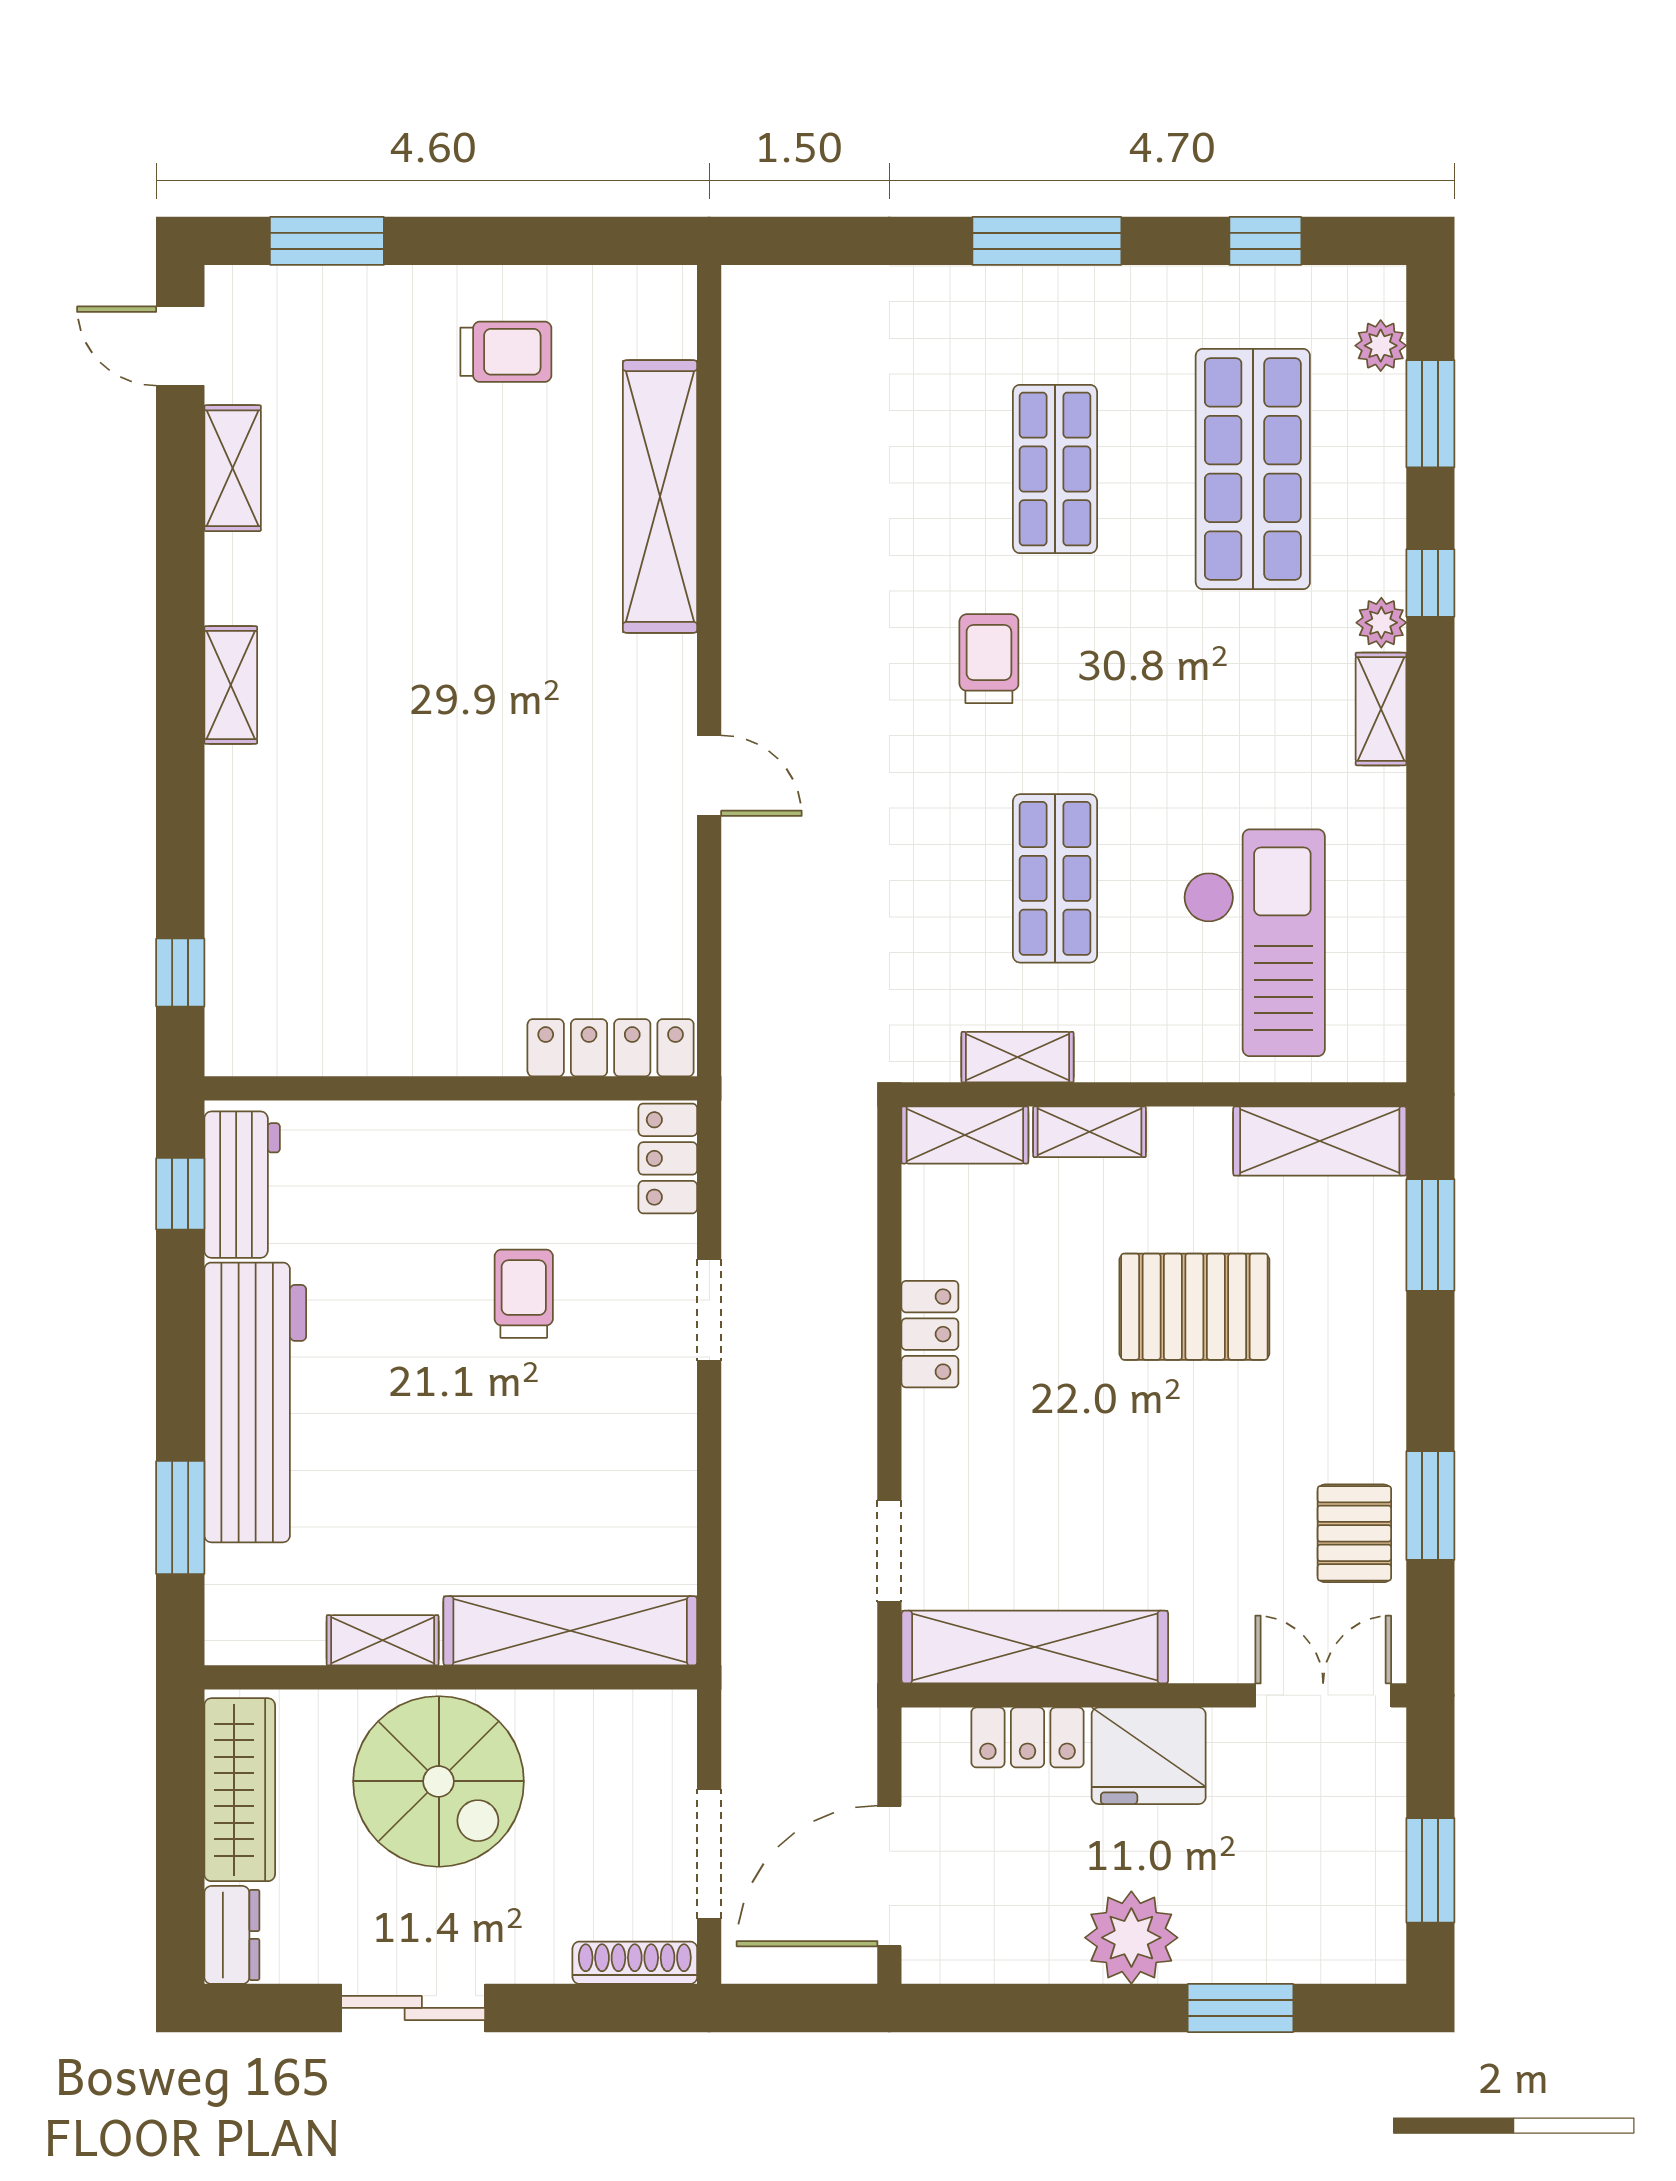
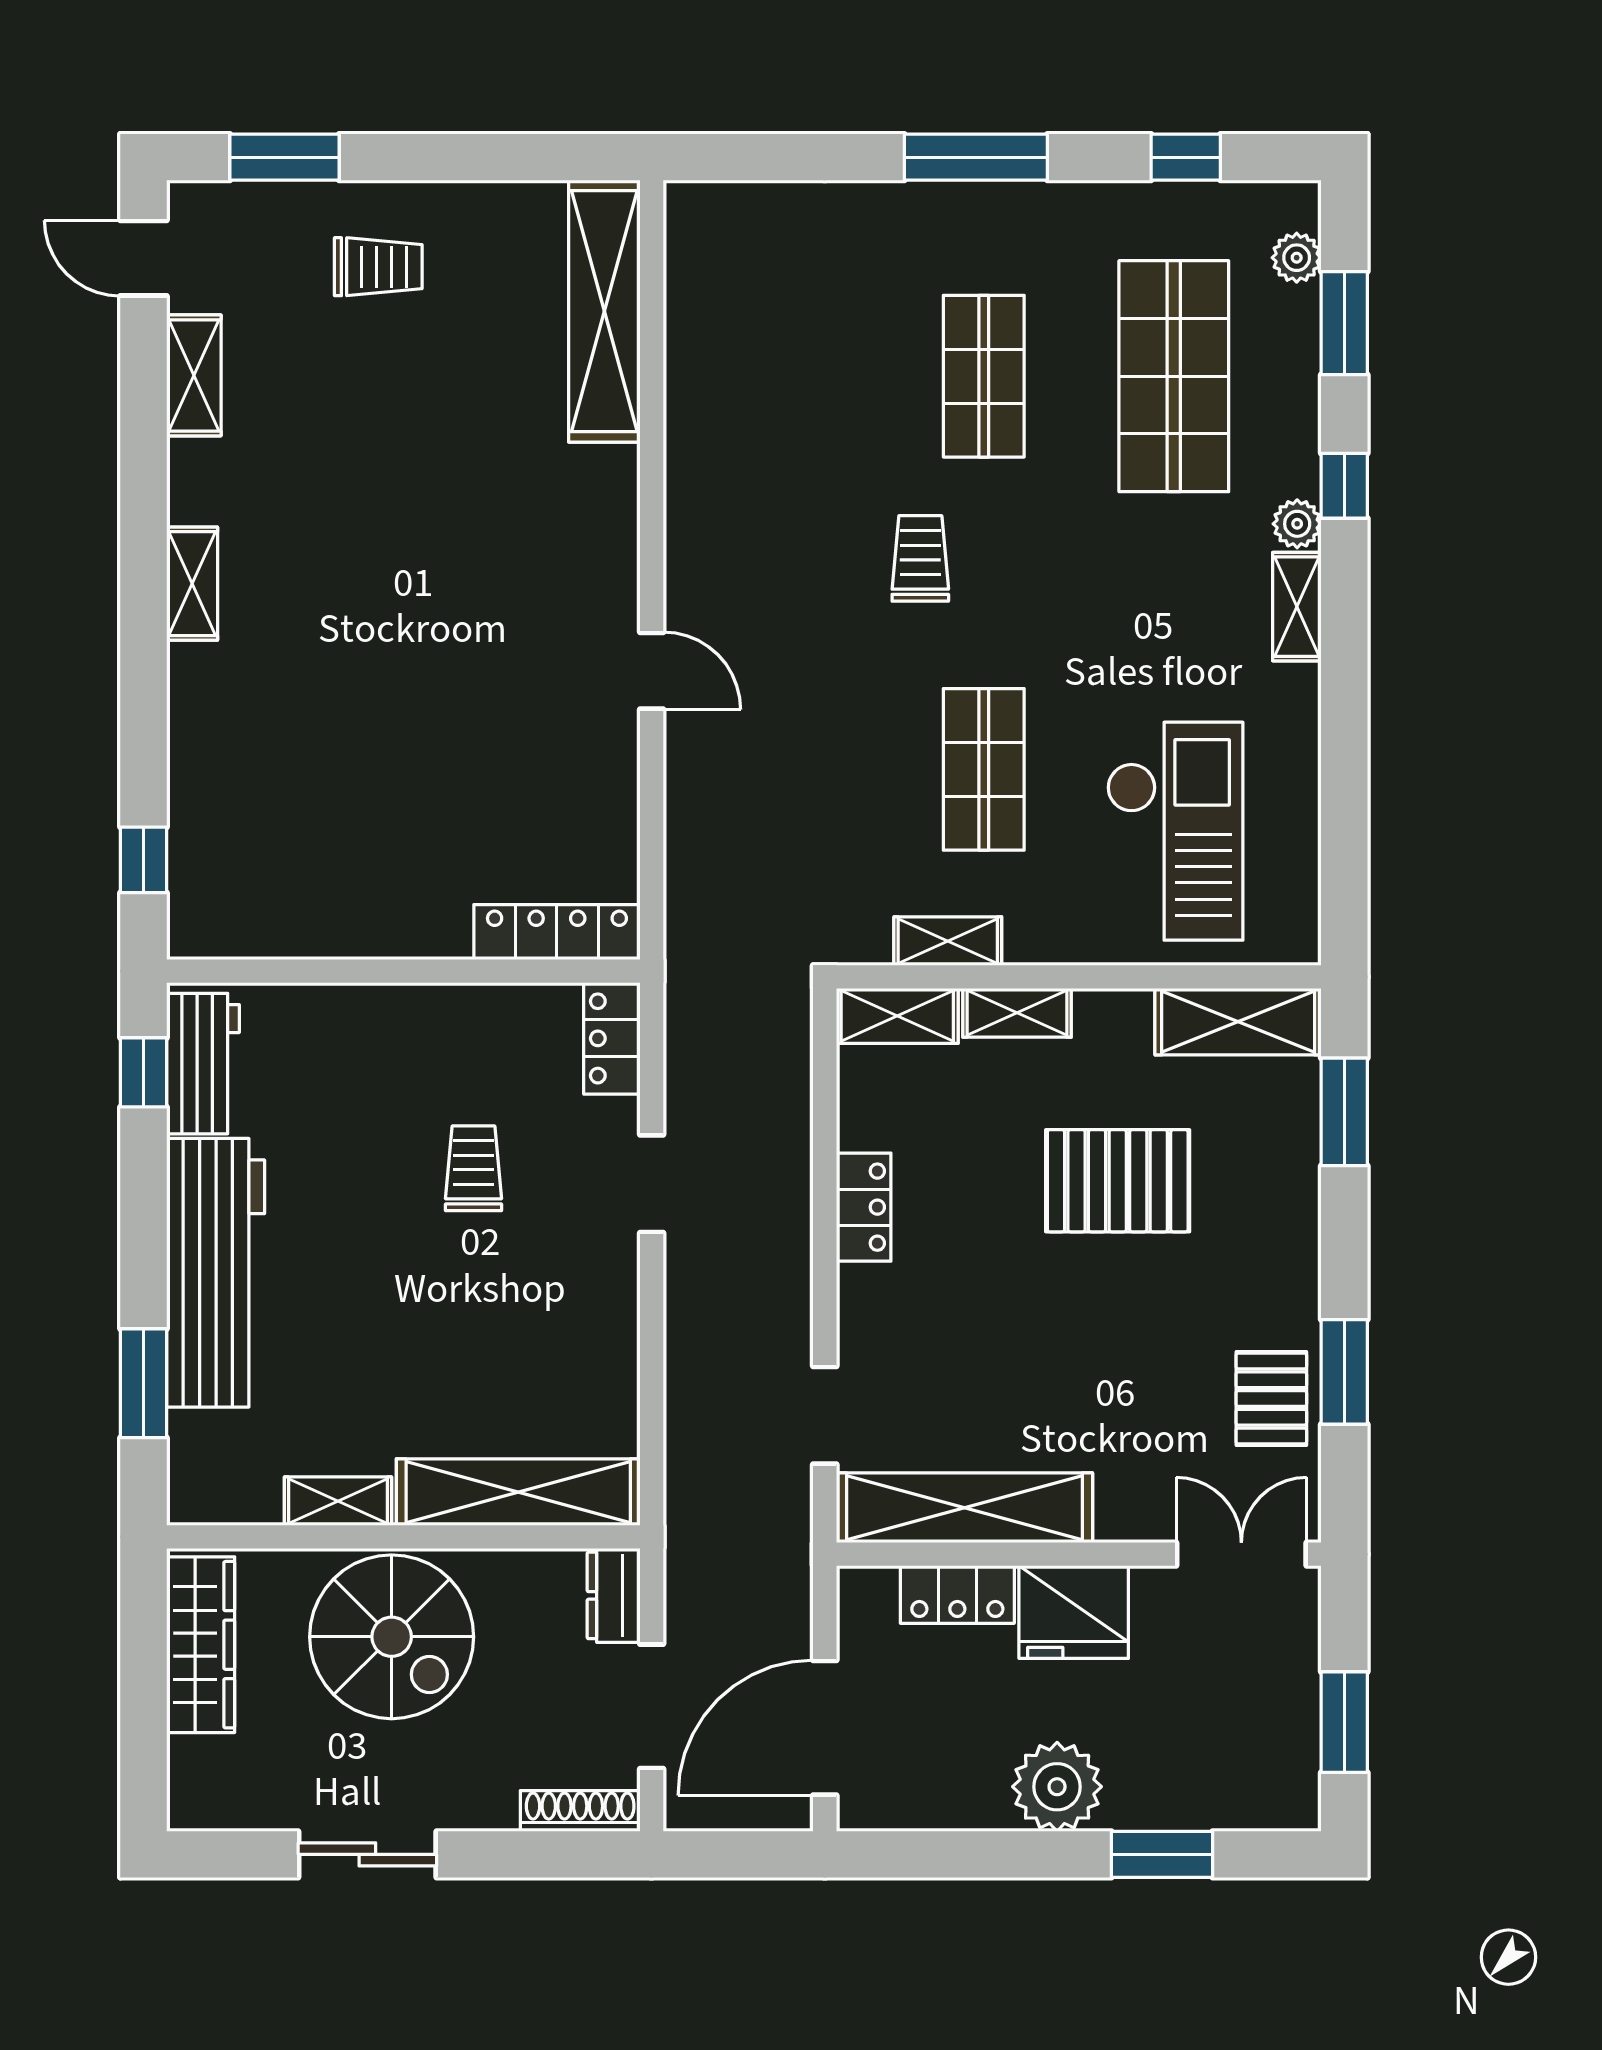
trolley: (506, 352) -> (378, 267), moved
shelving: (660, 497) -> (604, 311), moved
dresser: (232, 1935) -> (614, 1595), moved, turned 180

